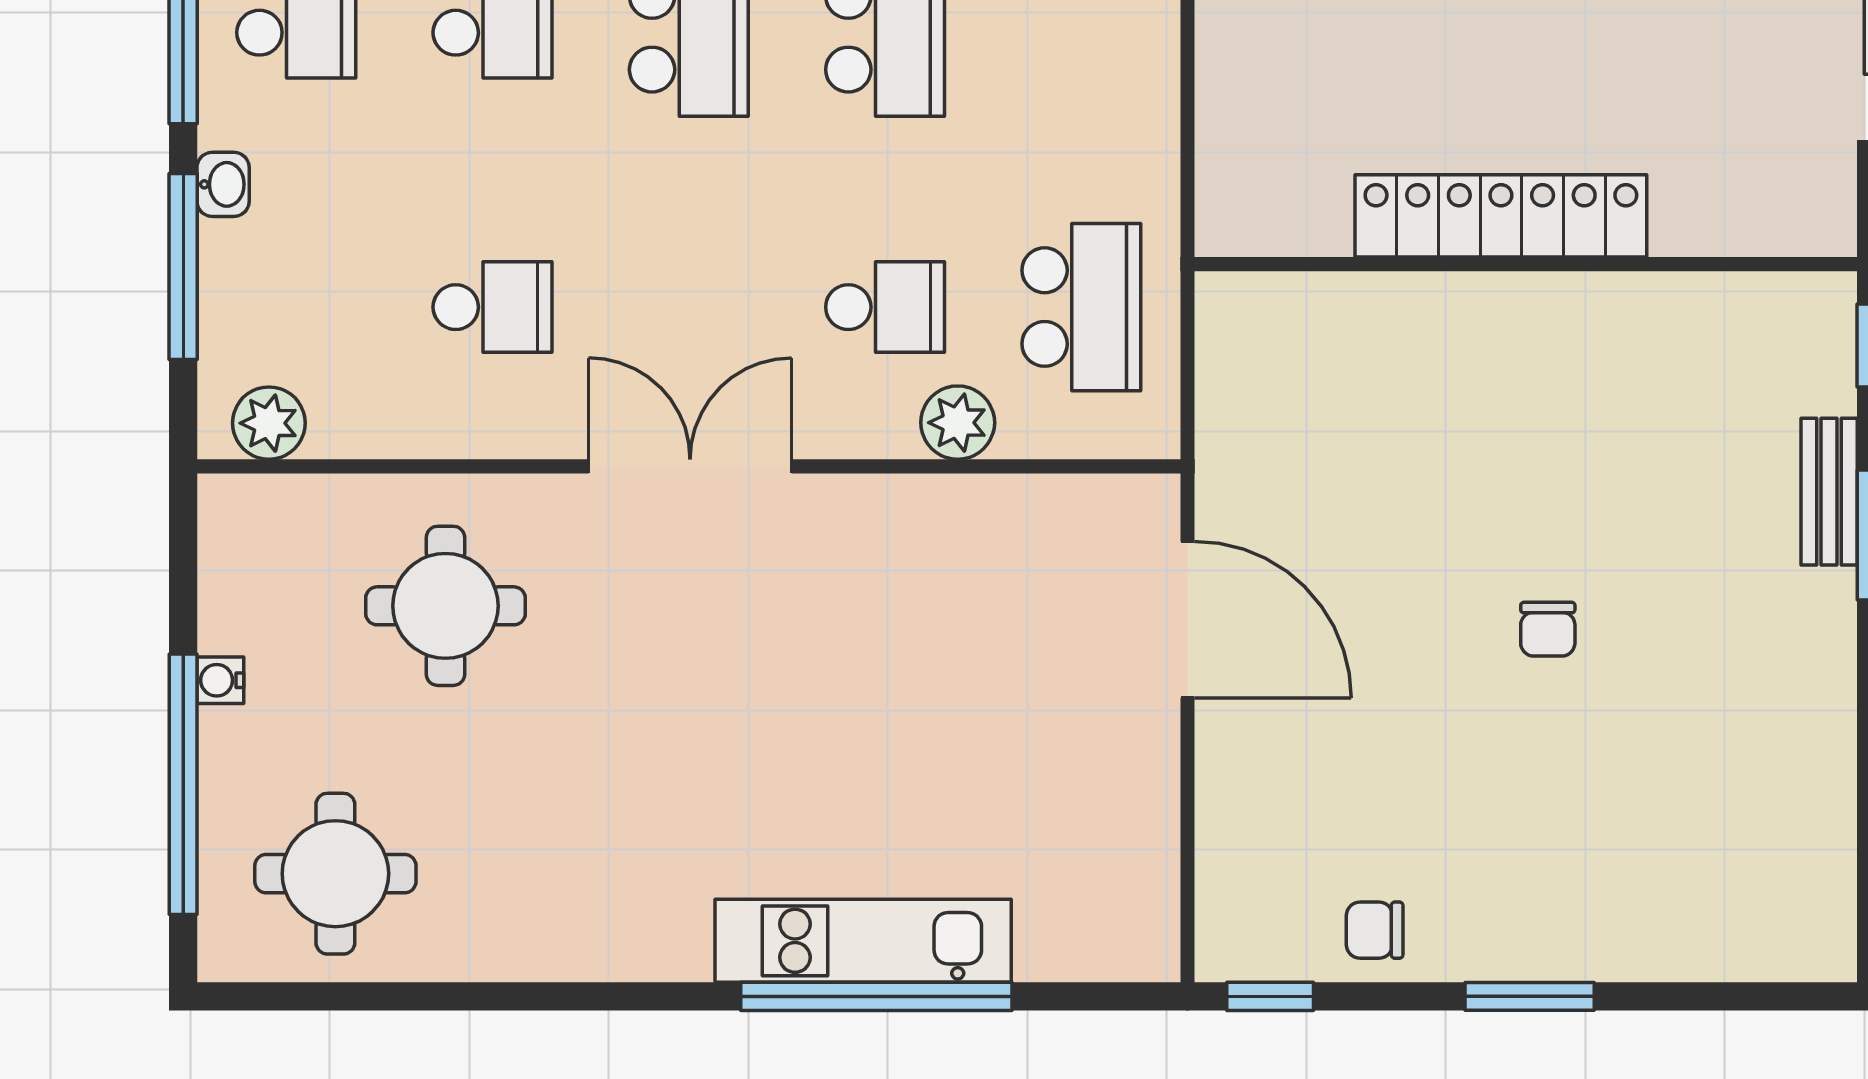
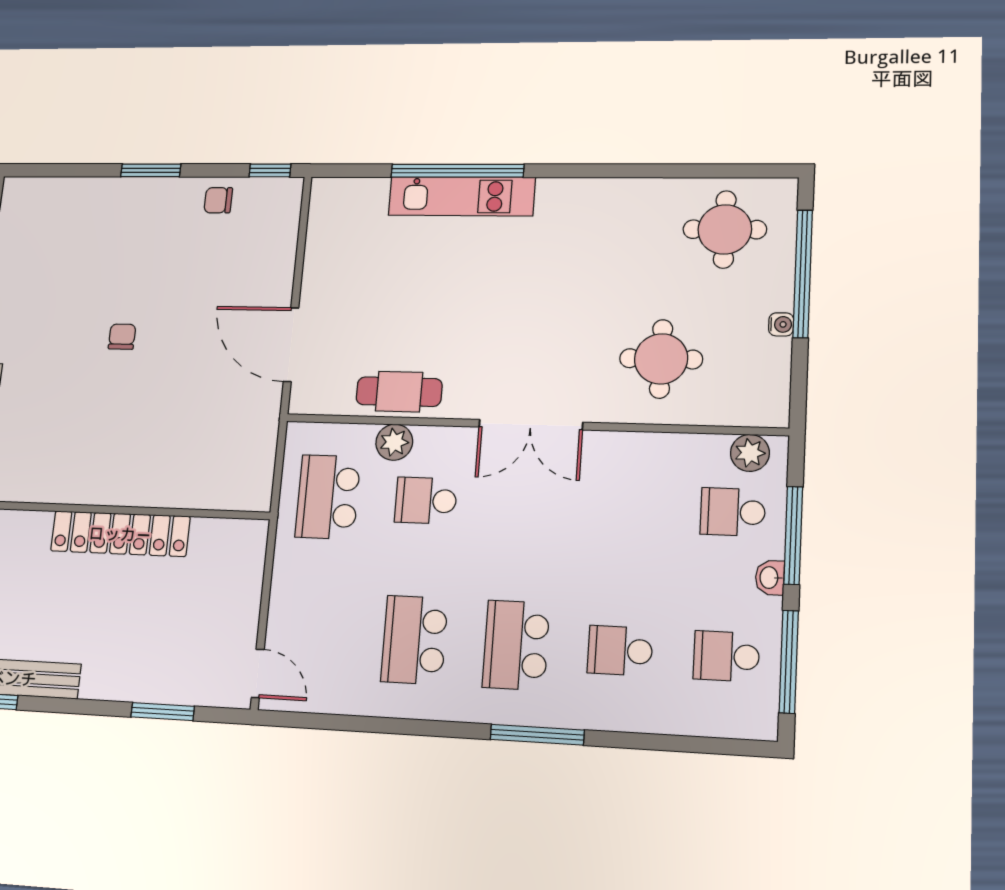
school desk: (493, 307) -> (733, 512), moved
cafe table: (957, 526) -> (399, 392), added
chair: (1375, 930) -> (218, 200), turned 180

